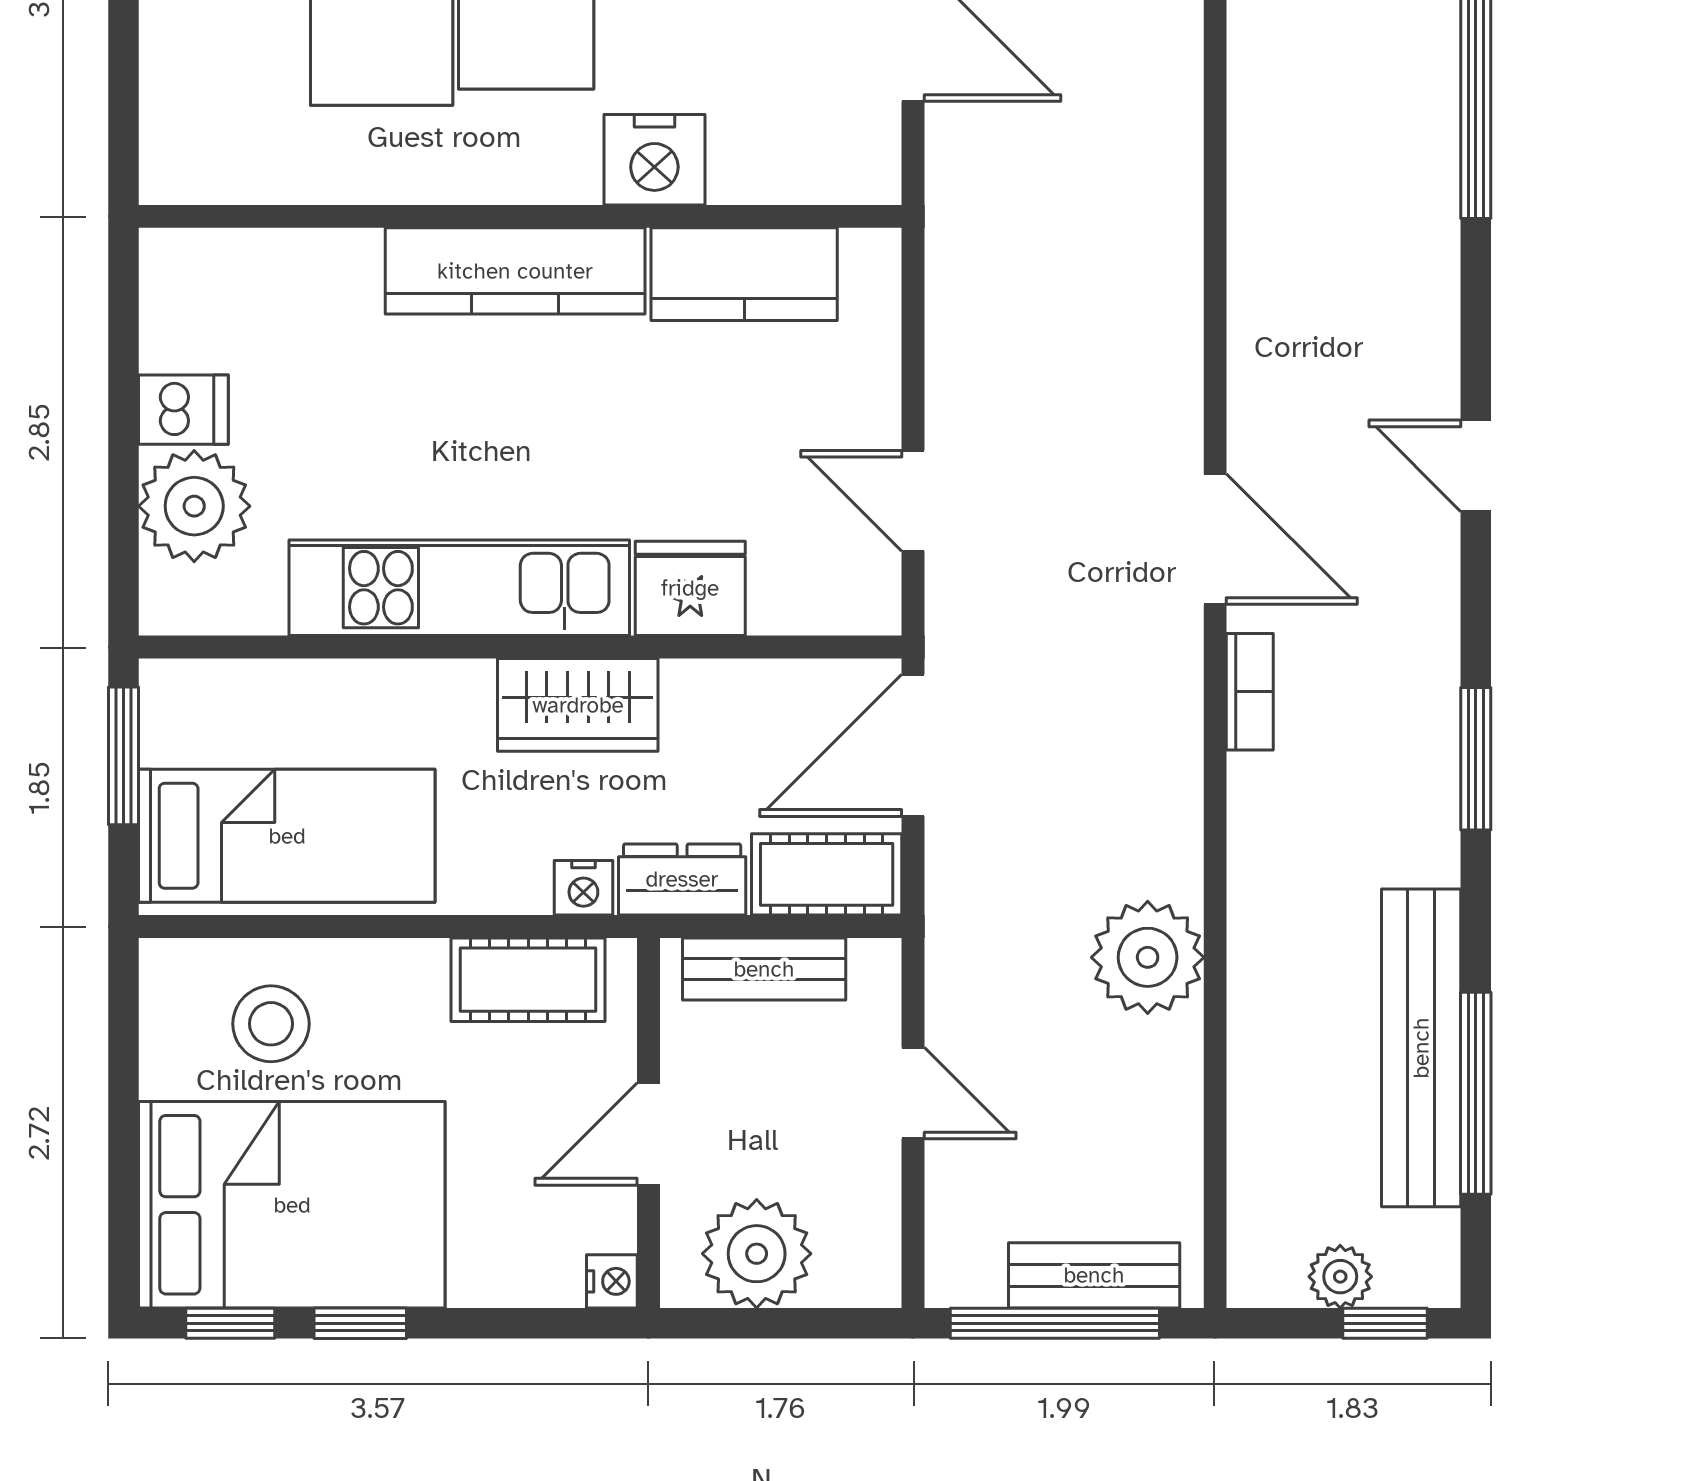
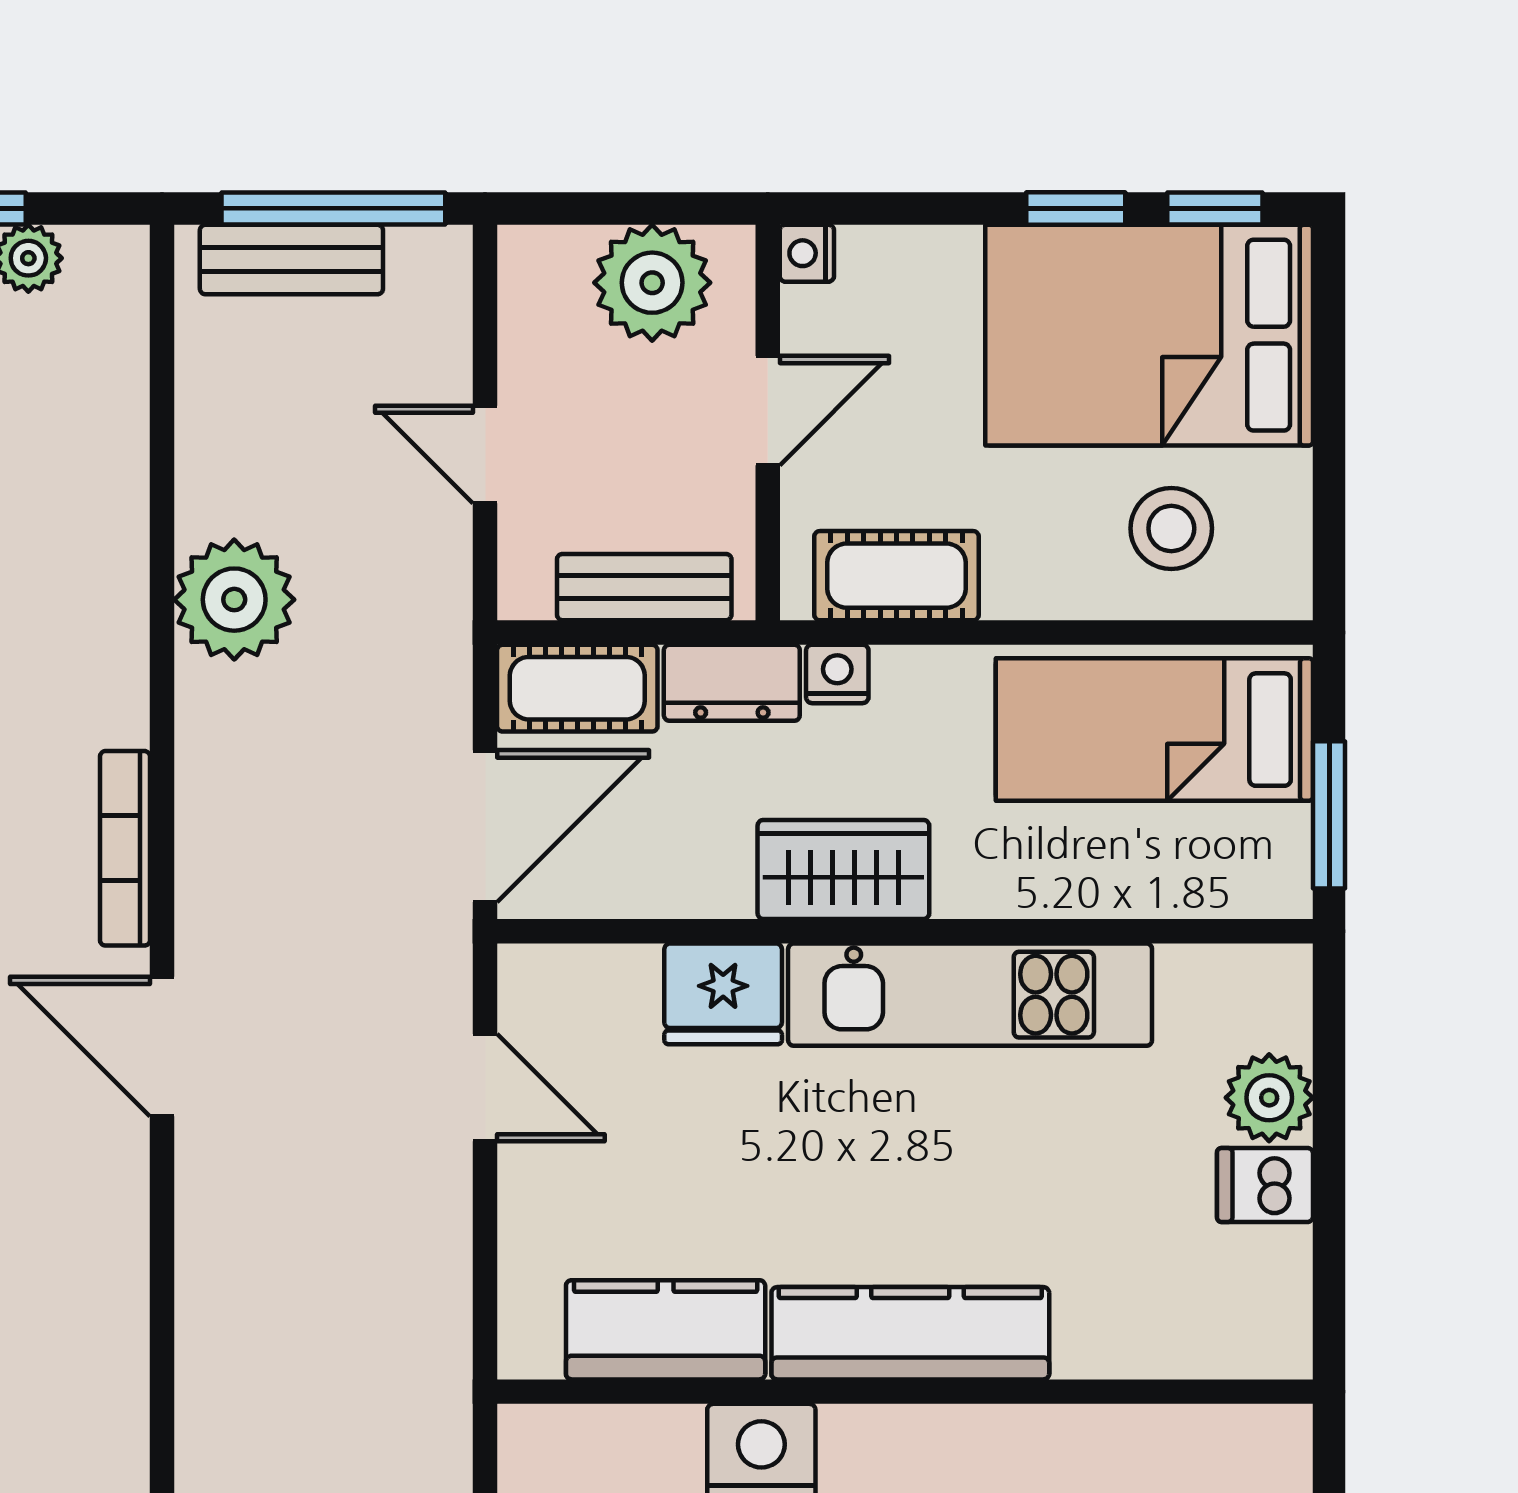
plant: (194, 506) -> (1269, 1098), width x0.73, depth x0.73
bookcase: (1250, 692) -> (125, 848), width x1.56

